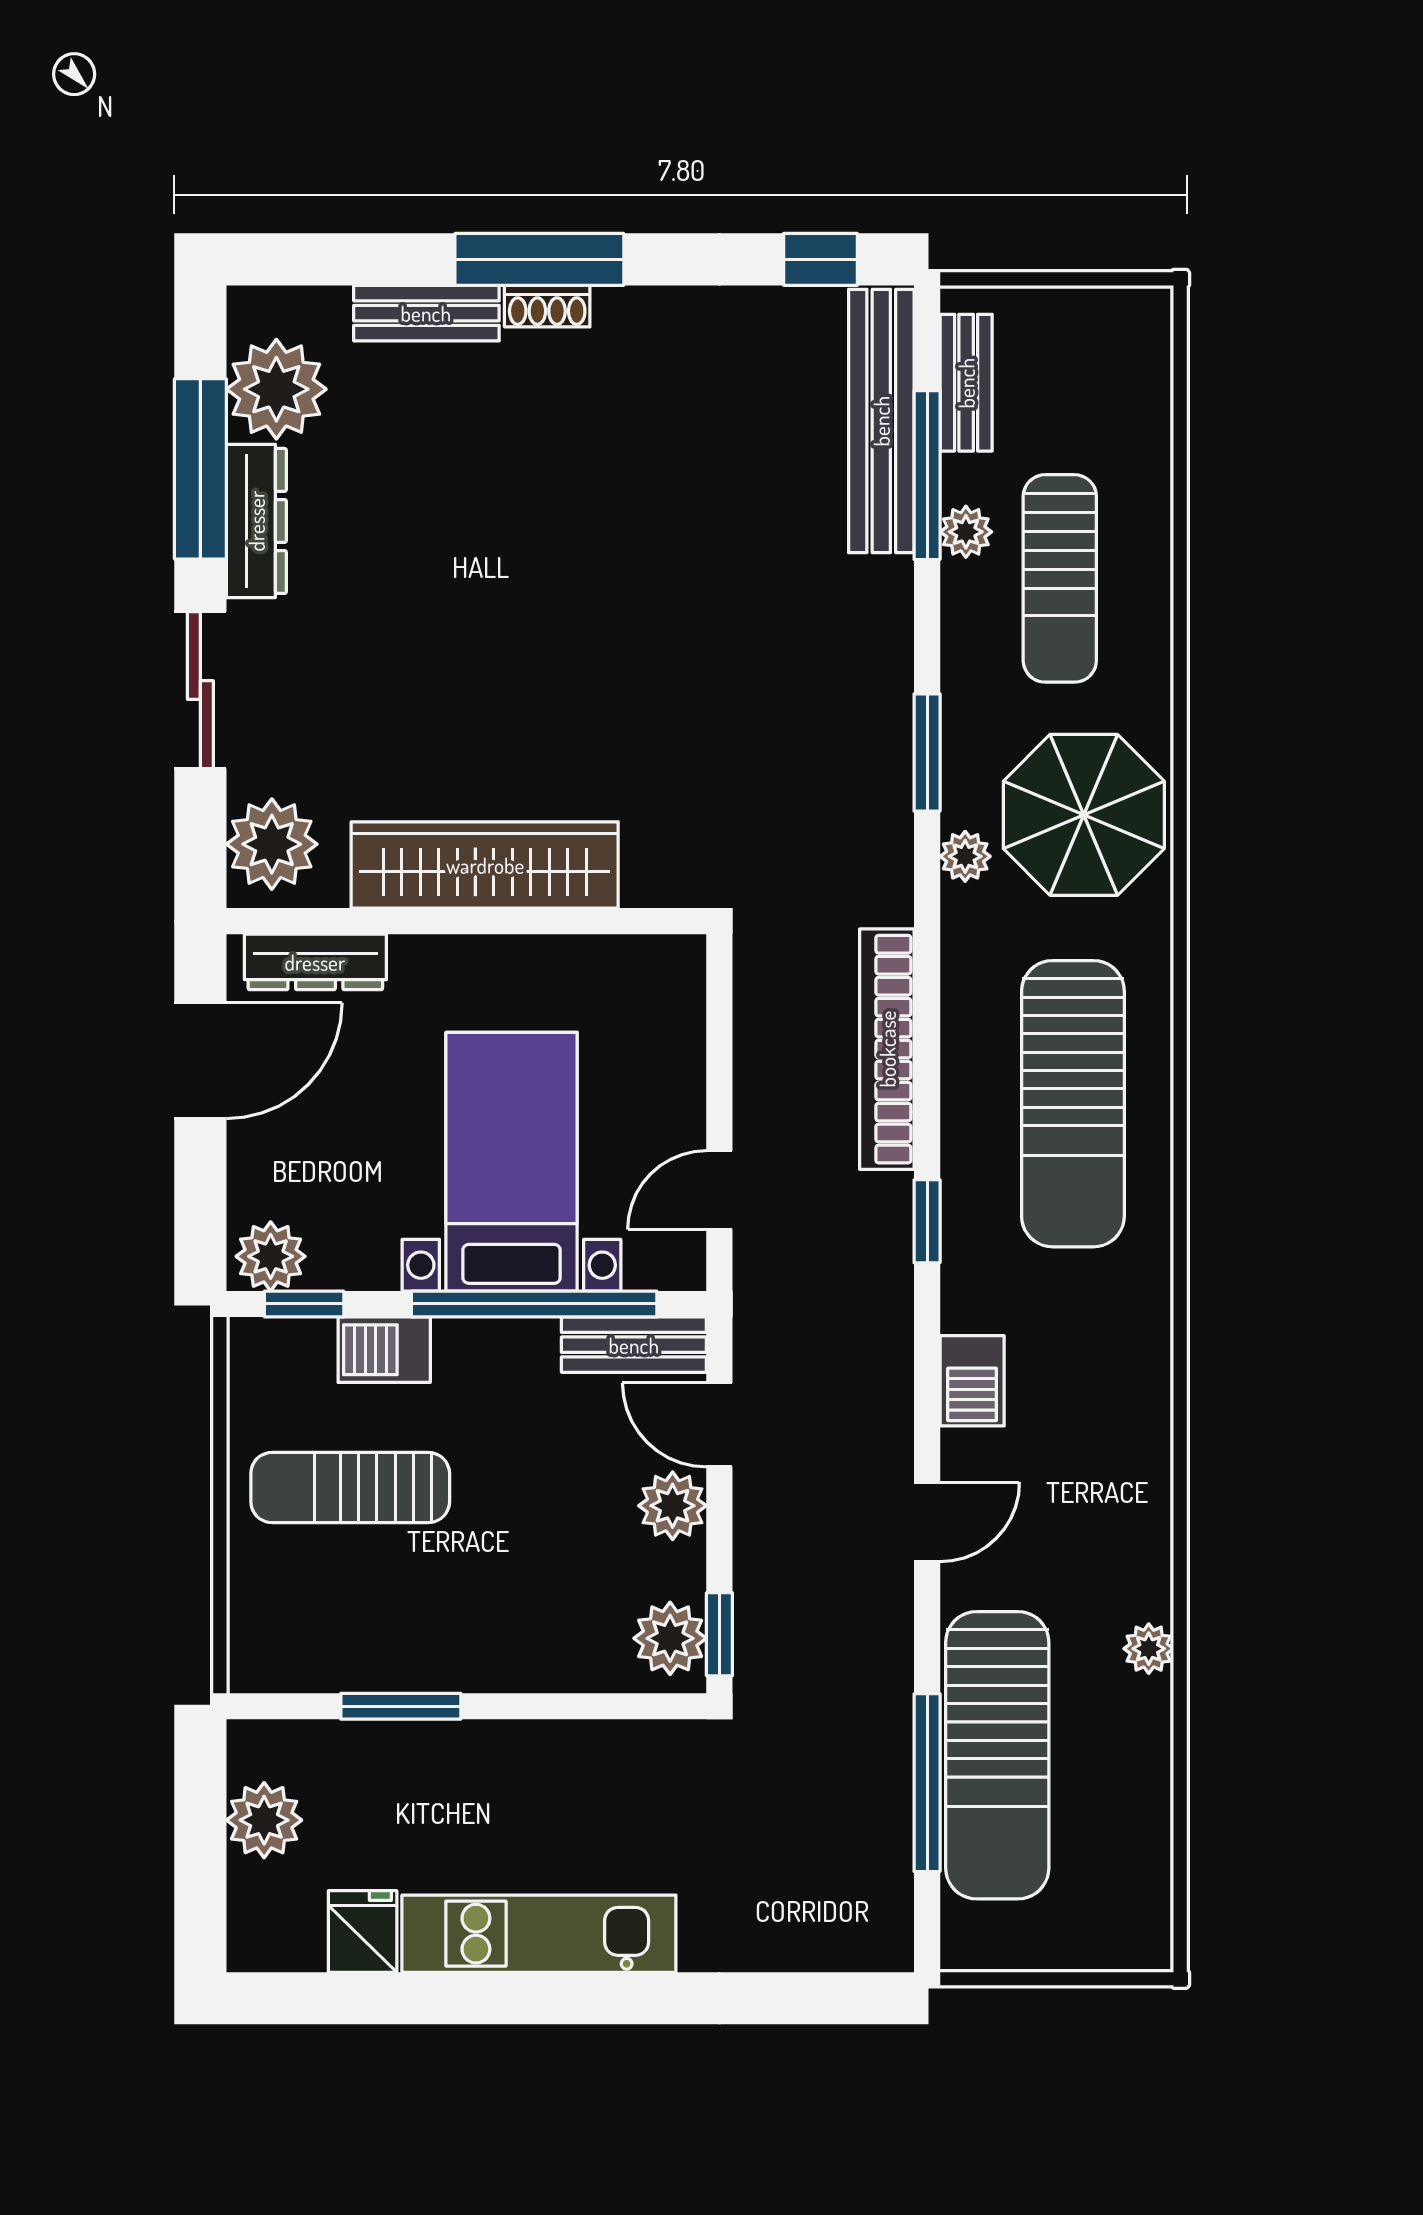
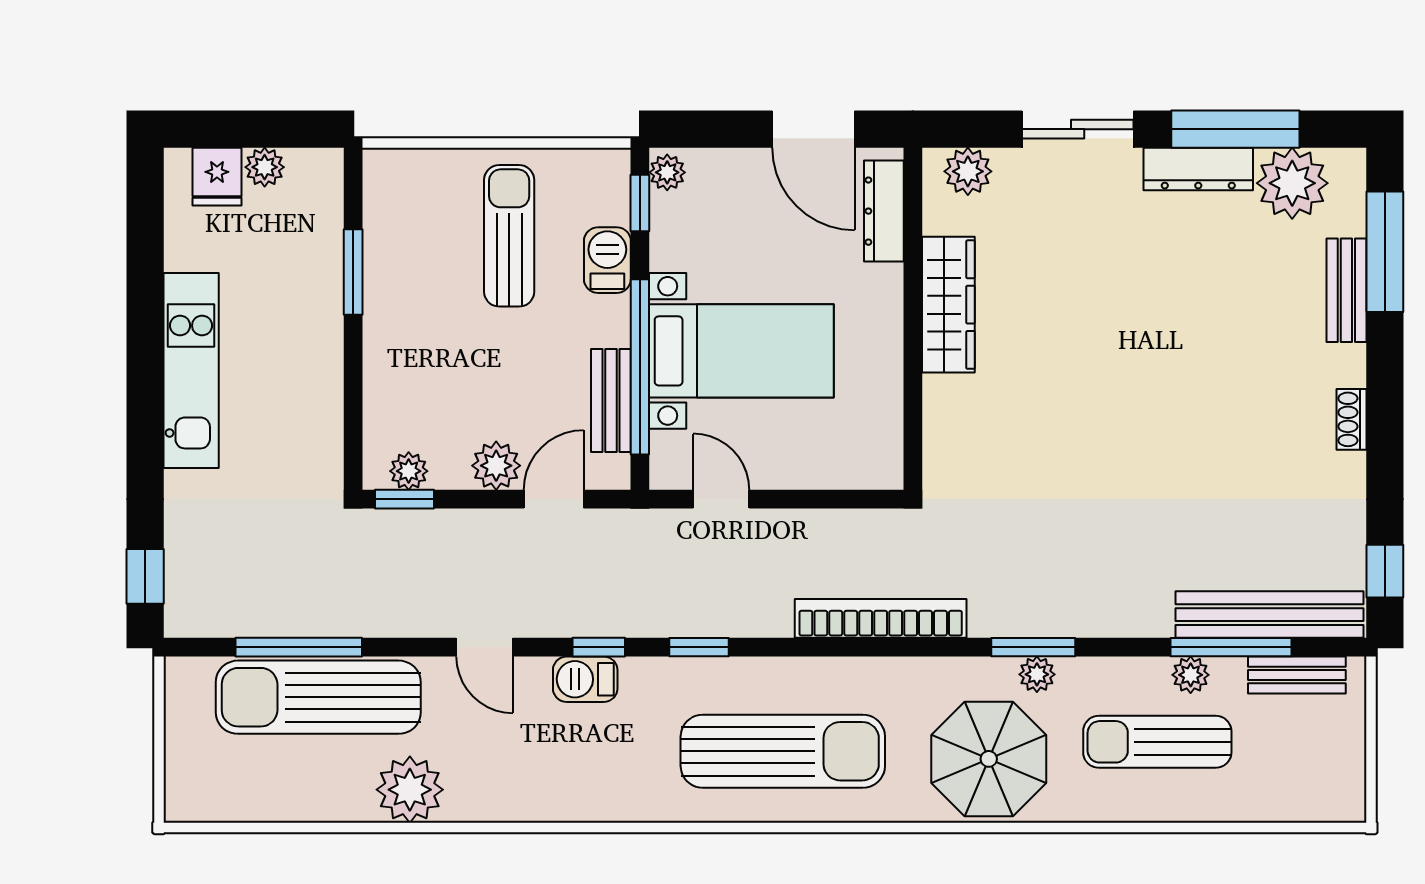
window: (539, 259) -> (1385, 252), moved
shoe rack: (547, 306) -> (1351, 419), moved
plant: (272, 844) -> (968, 171), width x0.73, depth x0.73
plant: (965, 856) -> (1037, 674), moved
wardrobe: (485, 865) -> (948, 305), width x0.71, depth x0.85
bookcase: (887, 1049) -> (881, 618), moved
sun lounger: (1073, 1104) -> (783, 751), turned 180
plant: (271, 1256) -> (667, 172), width x0.73, depth x0.73
bench: (634, 1345) -> (611, 401), moved
window: (927, 1362) -> (599, 647), added
plant: (670, 1638) -> (409, 471), width x0.73, depth x0.73
plant: (1149, 1649) -> (410, 790), width x1.88, depth x1.88
plant: (264, 1820) -> (265, 167), width x0.73, depth x0.73
fridge: (363, 1931) -> (217, 177), moved, turned 90
window: (828, 1998) -> (145, 576), added

